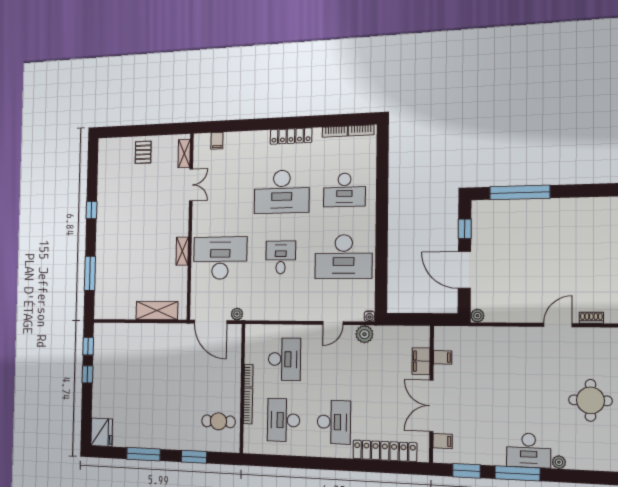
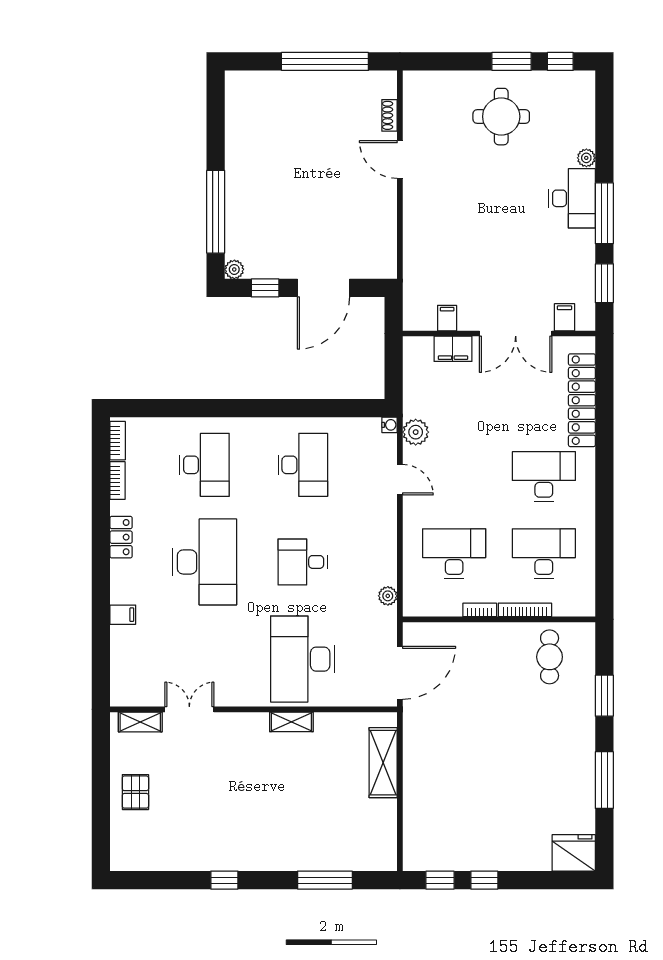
locker: (291, 136) -> (121, 537), width x0.66
filing cabinet: (217, 141) -> (123, 615), moved
pallet: (143, 152) -> (135, 792), turned 90
desk: (344, 257) -> (303, 465), width x0.73, depth x0.77
plant: (237, 314) -> (388, 596), moved
plant: (477, 316) -> (234, 269), moved
desk: (284, 420) -> (544, 554), turned 180

